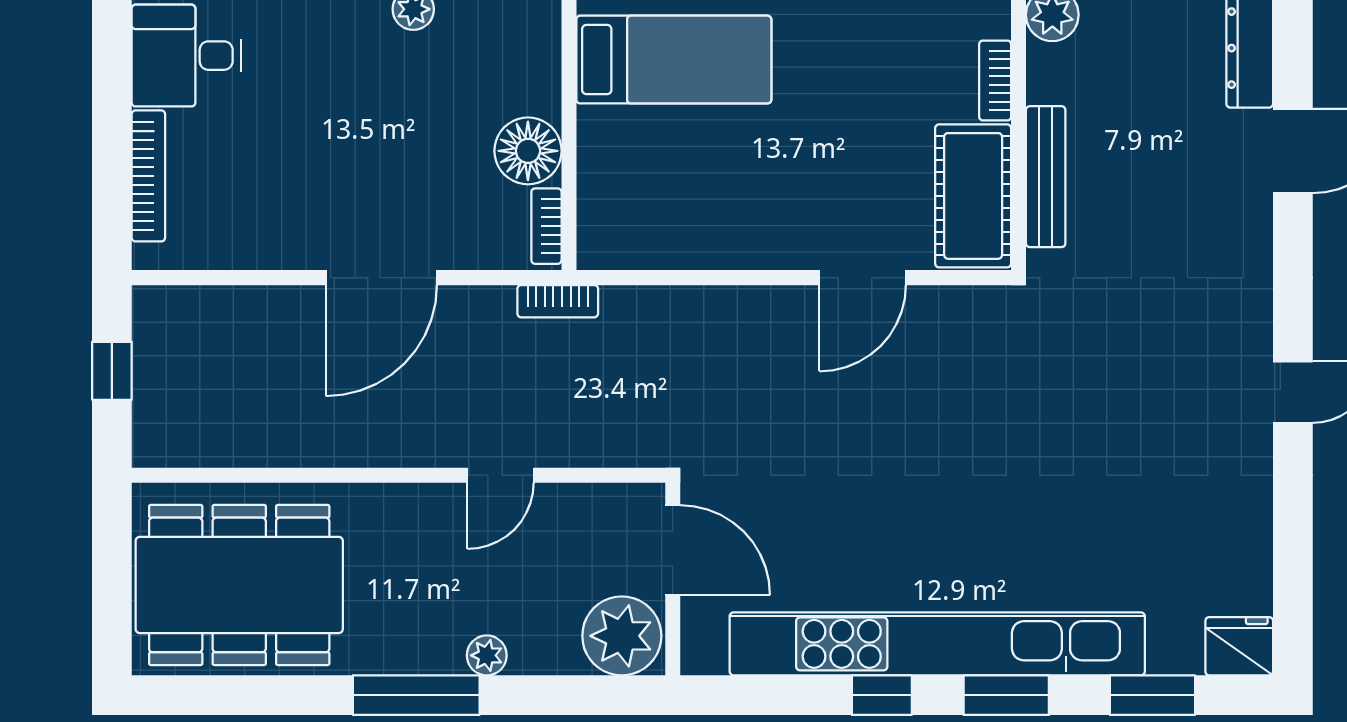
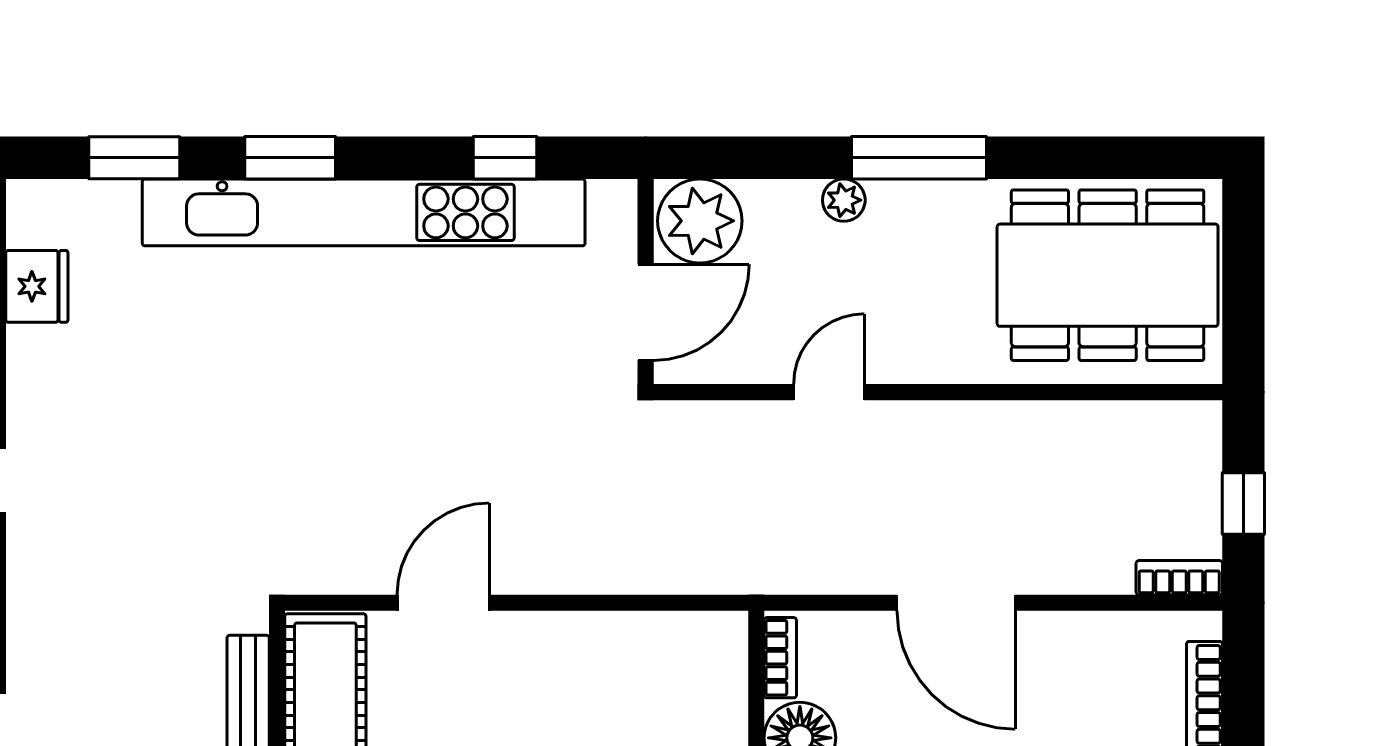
door: (381, 278) -> (956, 603), swing flipped
bookcase: (558, 301) -> (1179, 578), moved
door: (673, 550) -> (646, 312), swing flipped
fridge: (1239, 646) -> (37, 286), moved, turned -90
window: (882, 695) -> (505, 158), moved

